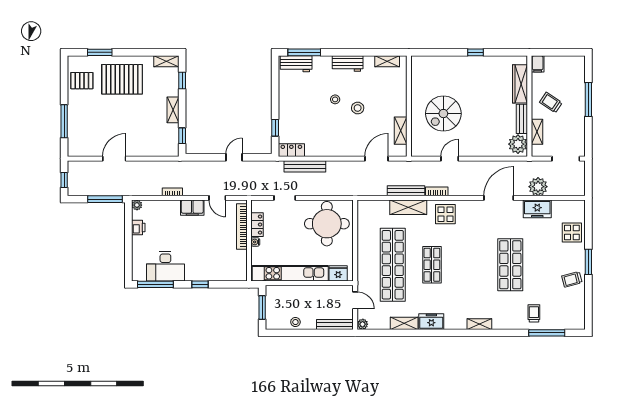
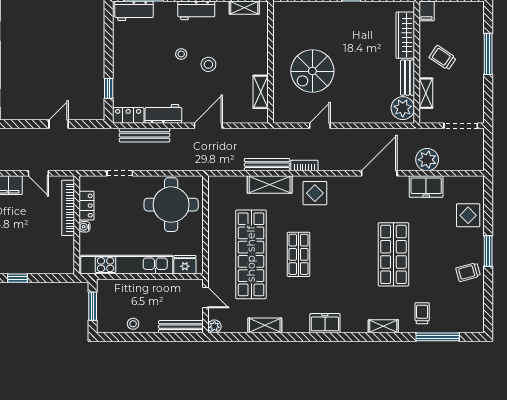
workbench: (320, 149) -> (163, 114), added
door: (376, 159) -> (208, 126), moved
freezer: (431, 322) -> (325, 323), moved
shelving: (479, 324) -> (383, 326), moved

